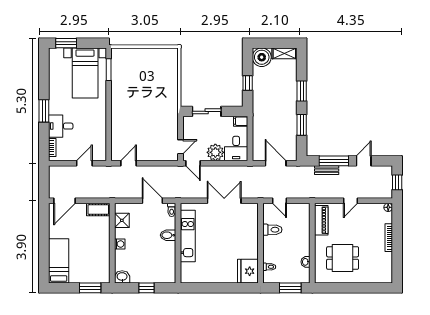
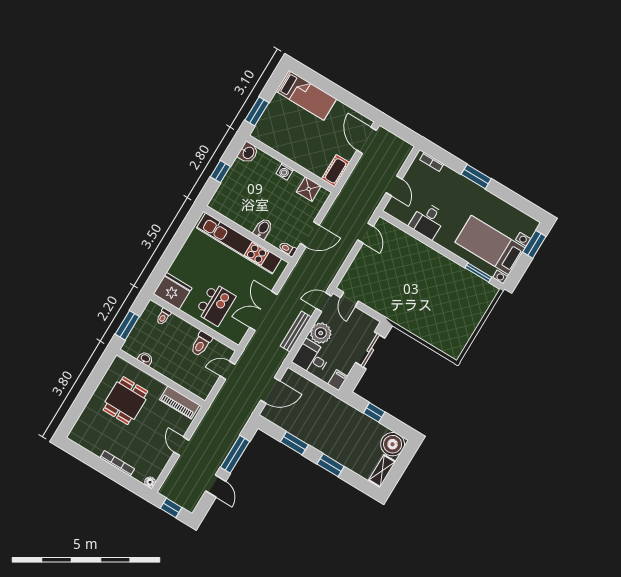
desk: (61, 126) -> (428, 221), moved, turned 180
bench: (327, 170) -> (296, 331), moved, width x1.36
double door: (224, 201) -> (263, 311), swing flipped
kitchen unit: (188, 236) -> (239, 243), width x1.36
kitchen island: (239, 236) -> (215, 304), added

